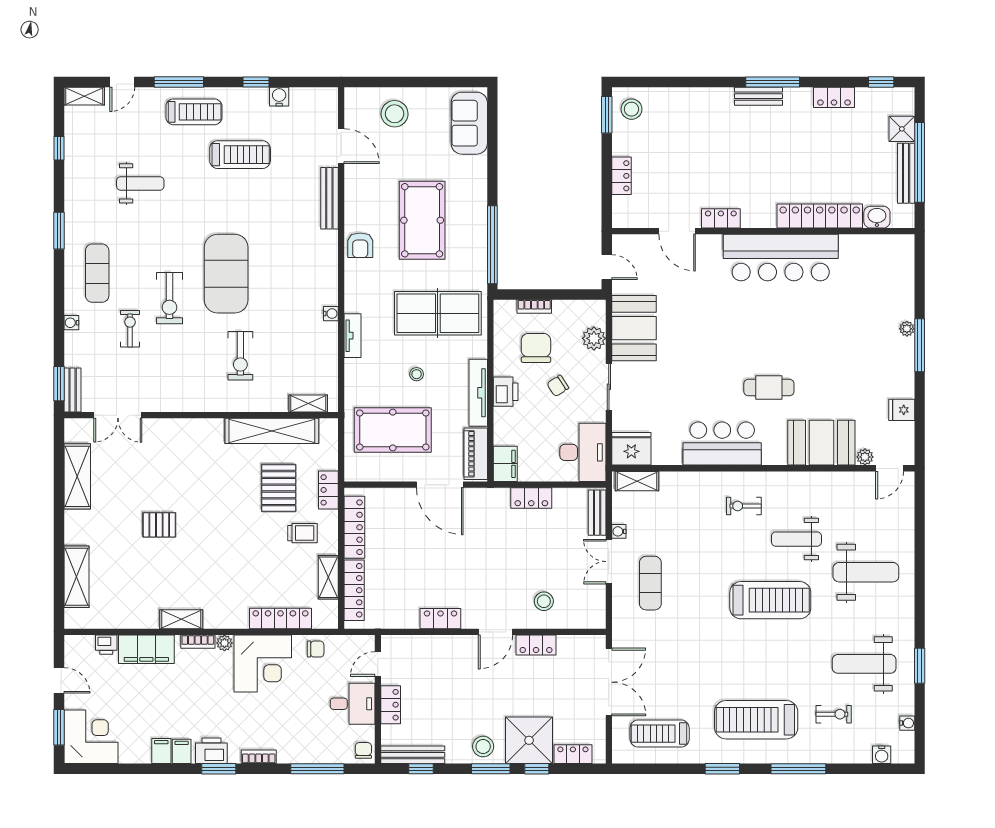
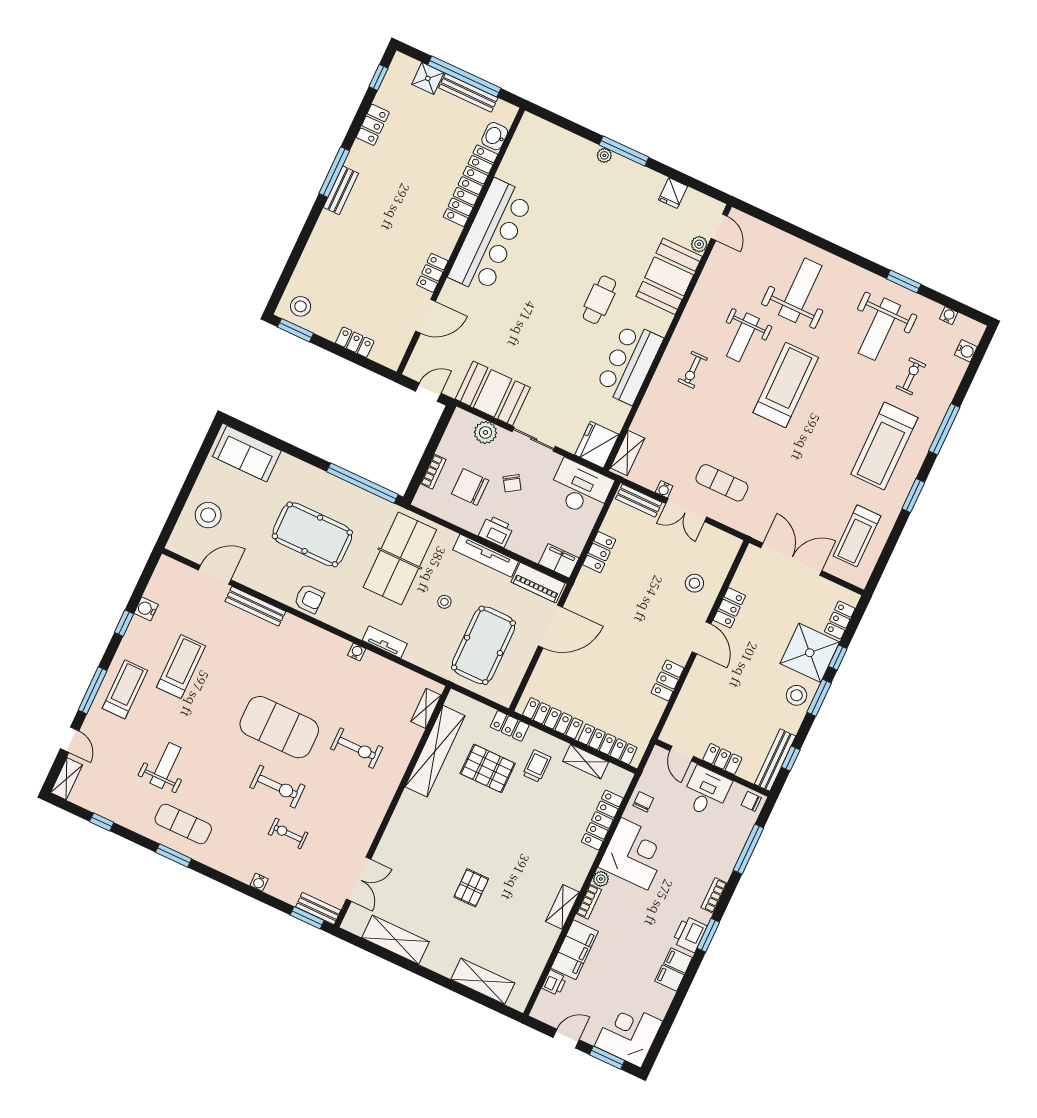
exercise mat: (97, 273) -> (183, 824), moved

